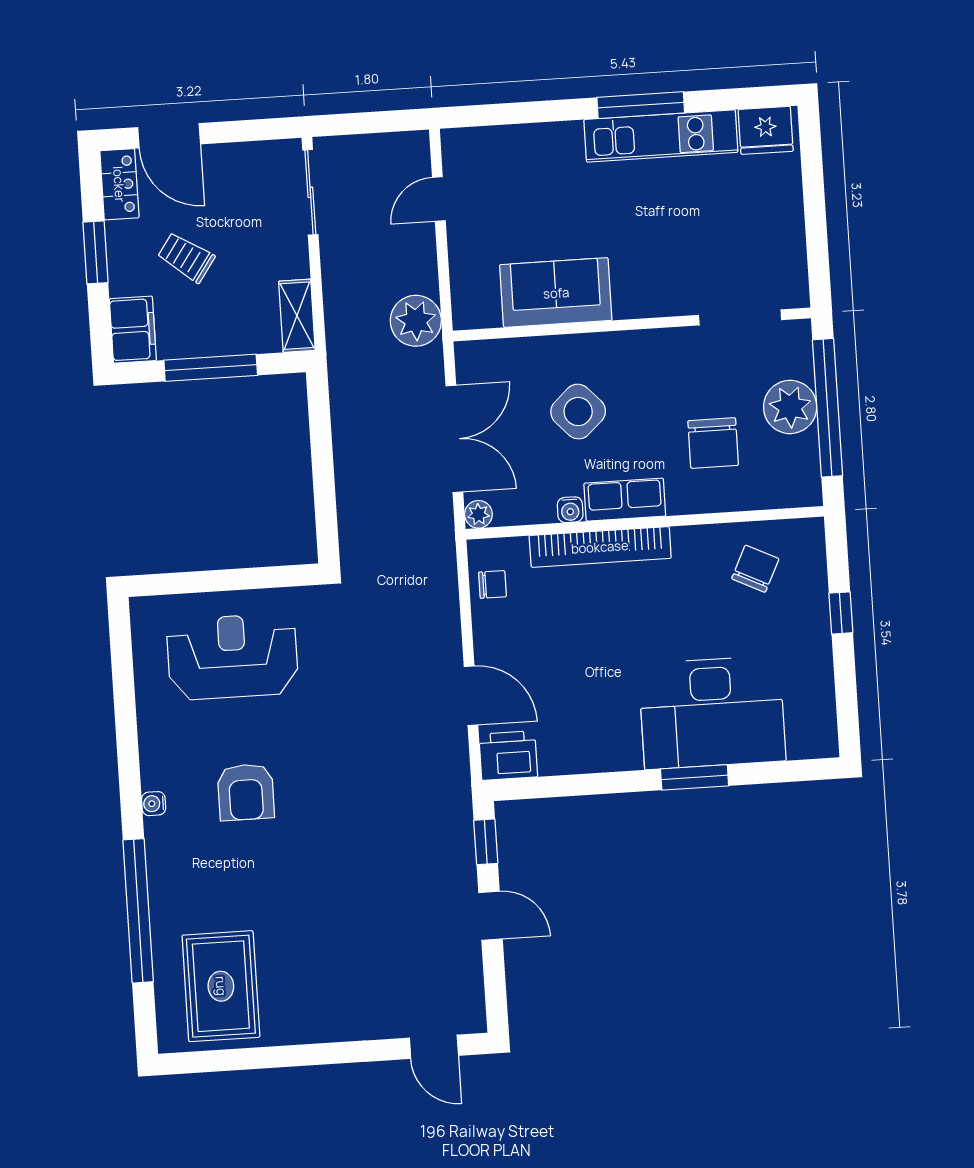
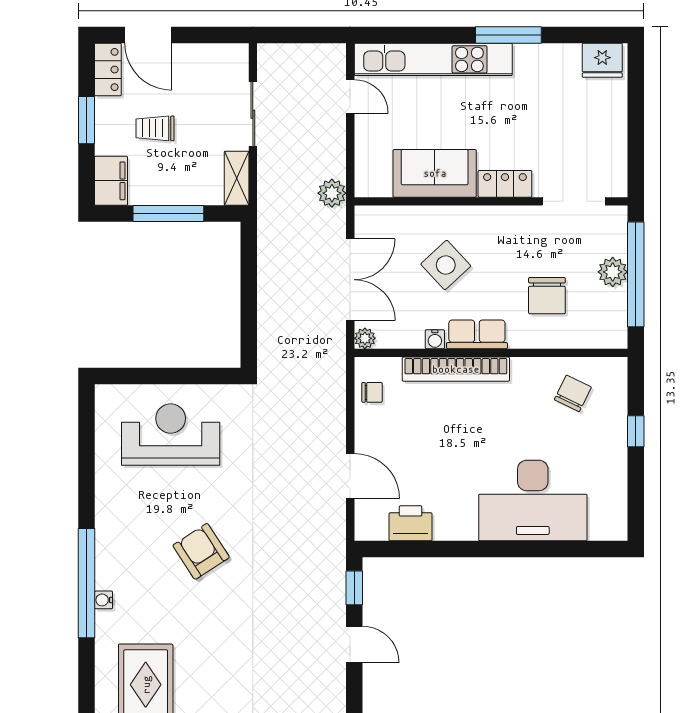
kitchen unit: (661, 136) -> (433, 59), moved, width x1.36
sliding door: (310, 192) -> (253, 114), moved
door: (439, 199) -> (350, 96), swing flipped
trolley: (186, 257) -> (155, 128), turned -35
locker: (649, 300) -> (505, 184), added
plant: (416, 321) -> (332, 193), width x0.73, depth x0.73
plant: (790, 407) -> (613, 272), width x0.73, depth x0.73
printer: (508, 756) -> (411, 523), moved
window: (695, 777) -> (516, 549), removed
armchair: (246, 792) -> (201, 551), moved, turned 147
water cooler: (154, 804) -> (103, 600), moved
window: (138, 911) -> (86, 583), moved

